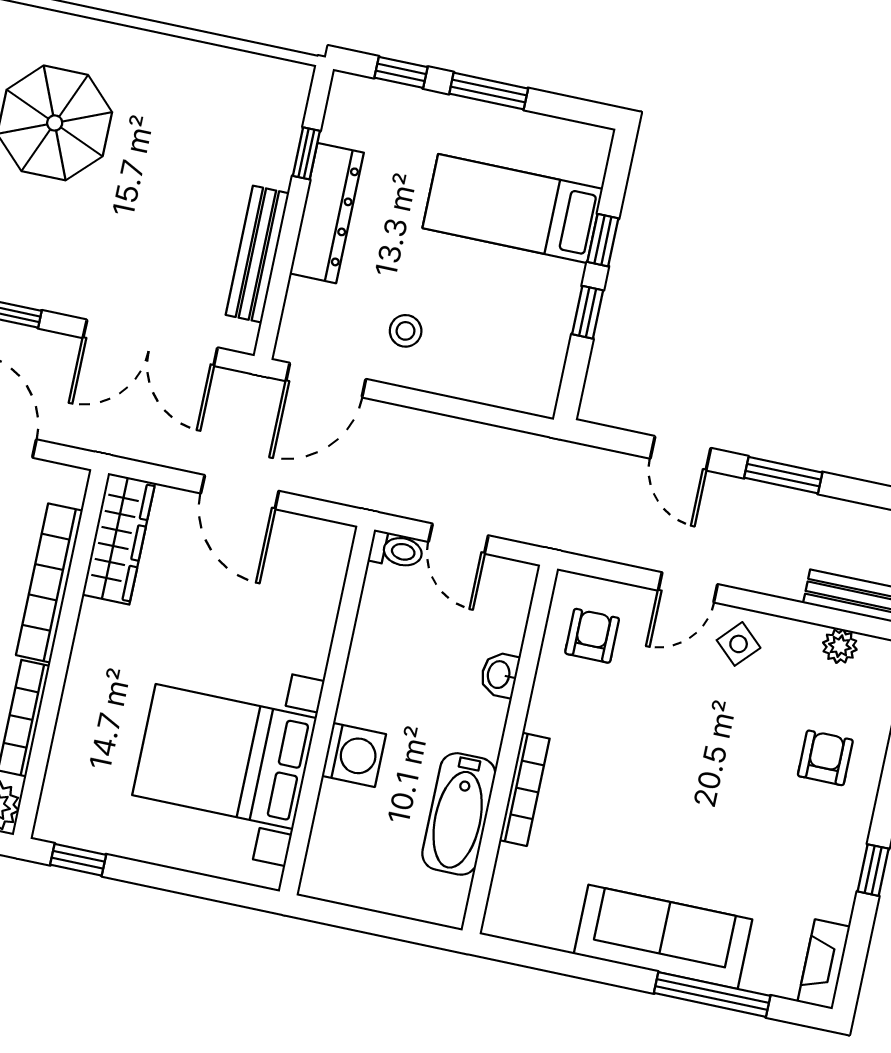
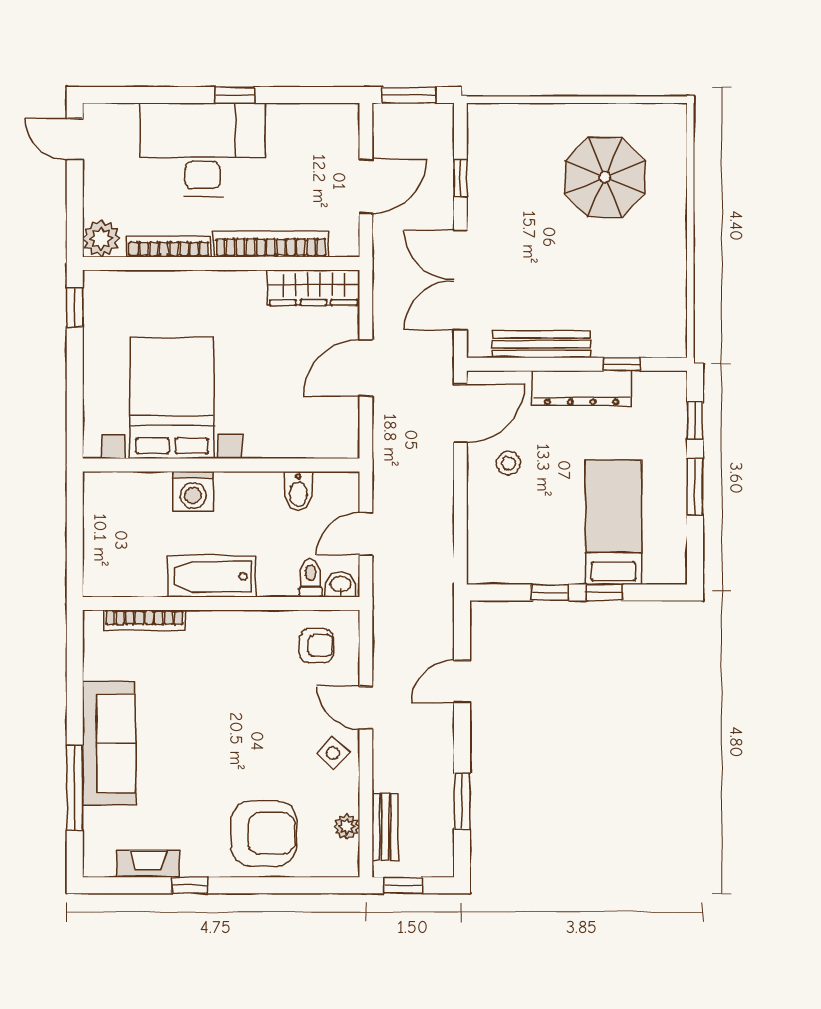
door: (326, 380) -> (460, 413), swing flipped
window: (783, 475) -> (462, 801), moved
toilet: (396, 550) -> (311, 578), moved, turned 180
bidet: (383, 616) -> (298, 491), added
washbasin: (500, 675) -> (341, 585), moved
armchair: (825, 758) -> (264, 833), width x1.88, depth x1.88
bookcase: (524, 789) -> (144, 620), moved
bathtub: (459, 814) -> (211, 576), moved
fireplace: (824, 964) -> (148, 864), moved

